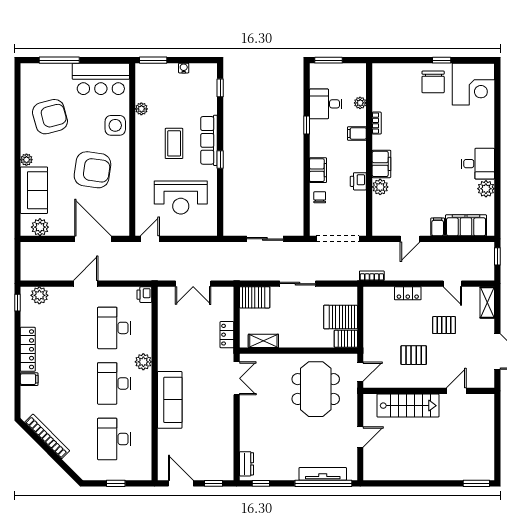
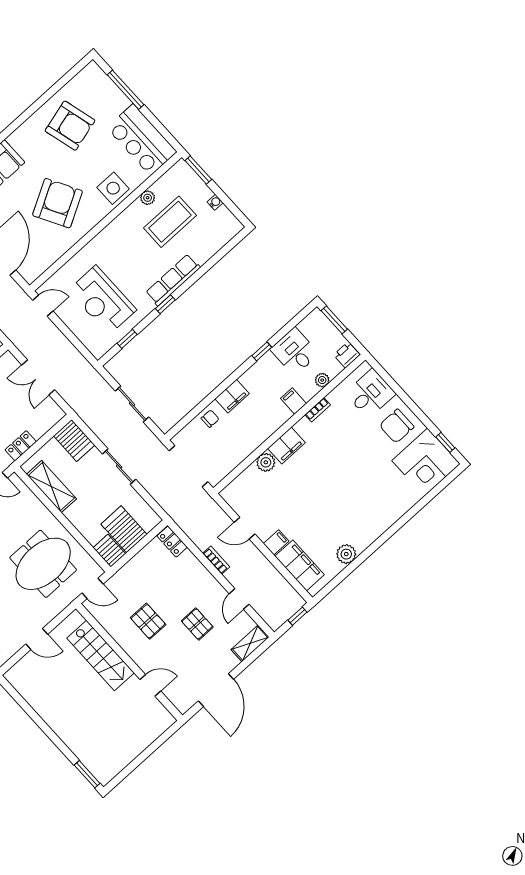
window: (442, 60) -> (445, 442), moved
window: (220, 88) -> (127, 339), moved
coffee table: (174, 143) -> (170, 222), moved, width x1.36, depth x1.32
plant: (26, 160) -> (15, 139), removed
desk: (478, 164) -> (370, 393), moved, turned -90
armchair: (92, 170) -> (58, 203), turned -127
printer: (358, 181) -> (347, 355), moved
bookcase: (372, 276) -> (216, 560), moved
locker: (408, 293) -> (172, 542), moved
shelving: (263, 341) -> (51, 487), width x1.50, depth x1.33

